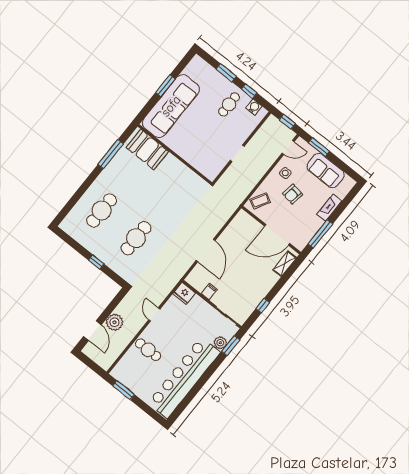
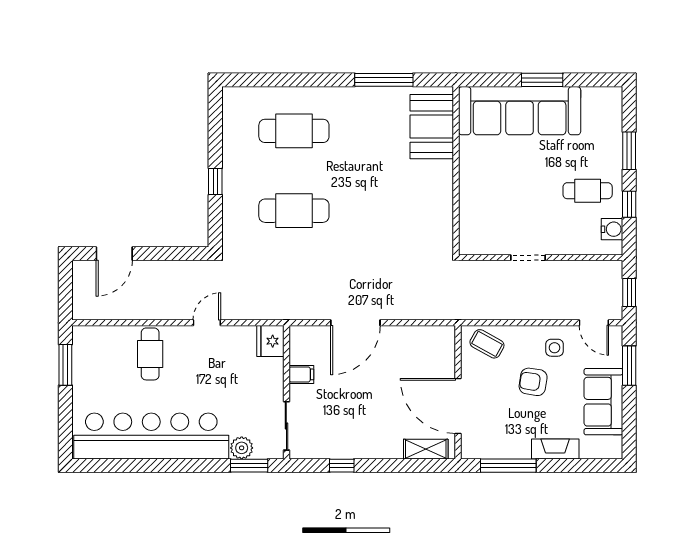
plant: (114, 322) -> (151, 275), removed

